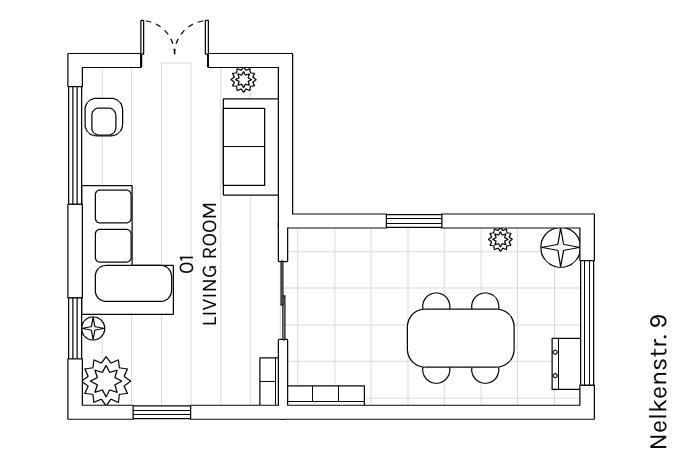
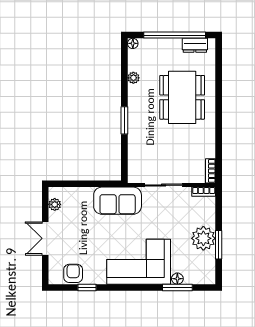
armchair: (104, 117) -> (73, 273), turned -90
window: (75, 145) -> (87, 288), width x0.32
sofa: (251, 147) -> (118, 201), moved
floor lamp: (561, 247) -> (133, 43), width x0.53, depth x0.53
plant: (106, 381) -> (203, 238), moved
bookcase: (326, 396) -> (211, 171), width x0.64

